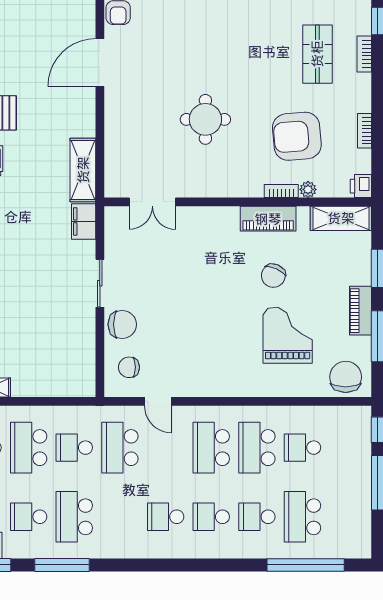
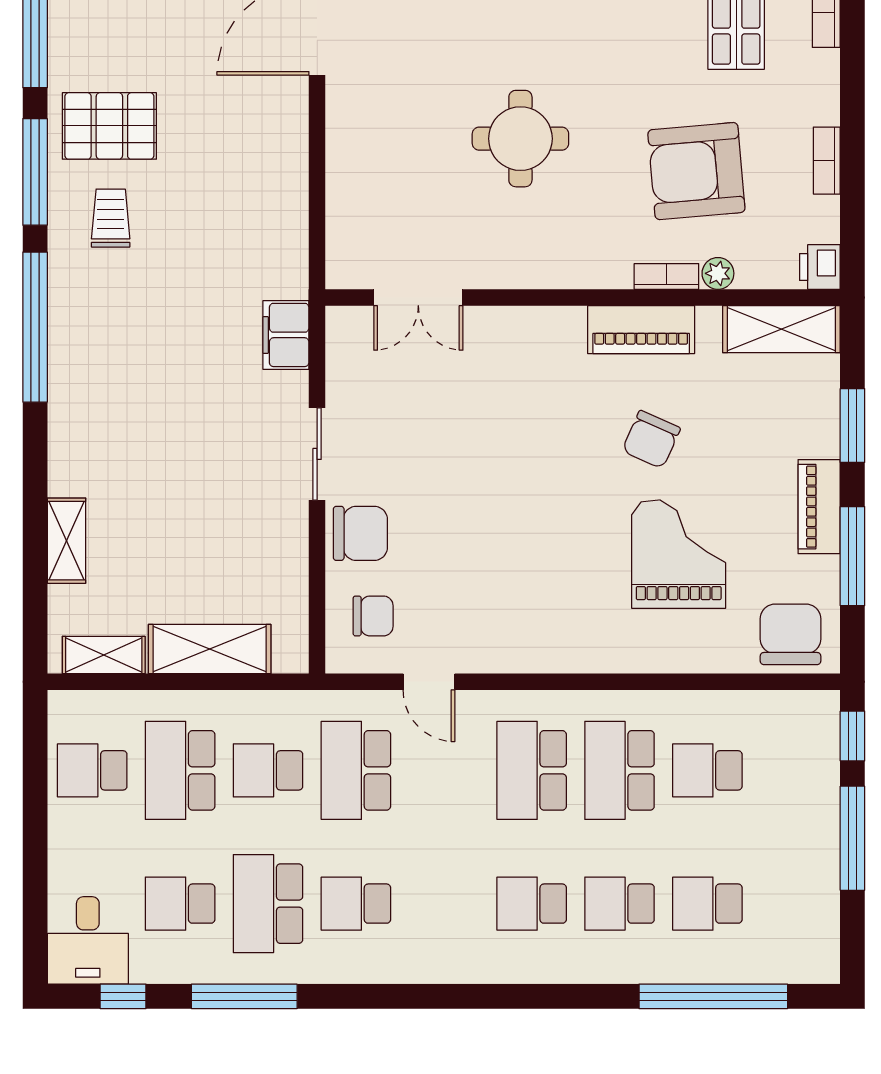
shelving: (83, 170) -> (210, 649), moved, turned 90
chair: (129, 367) -> (373, 616), turned 180
school desk: (166, 517) -> (356, 904), moved
school desk: (303, 517) -> (707, 904), width x0.54

